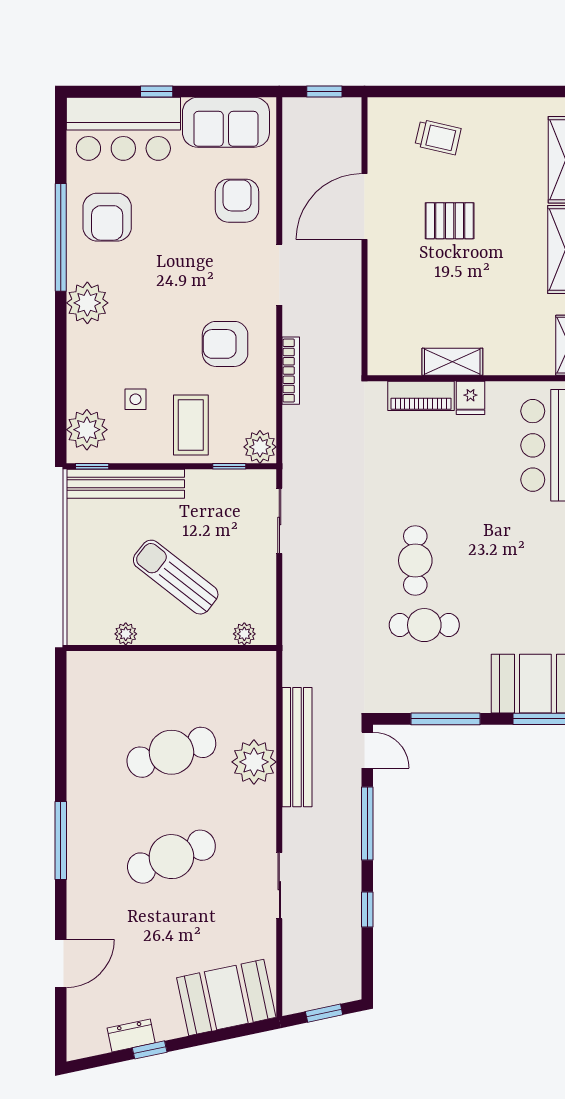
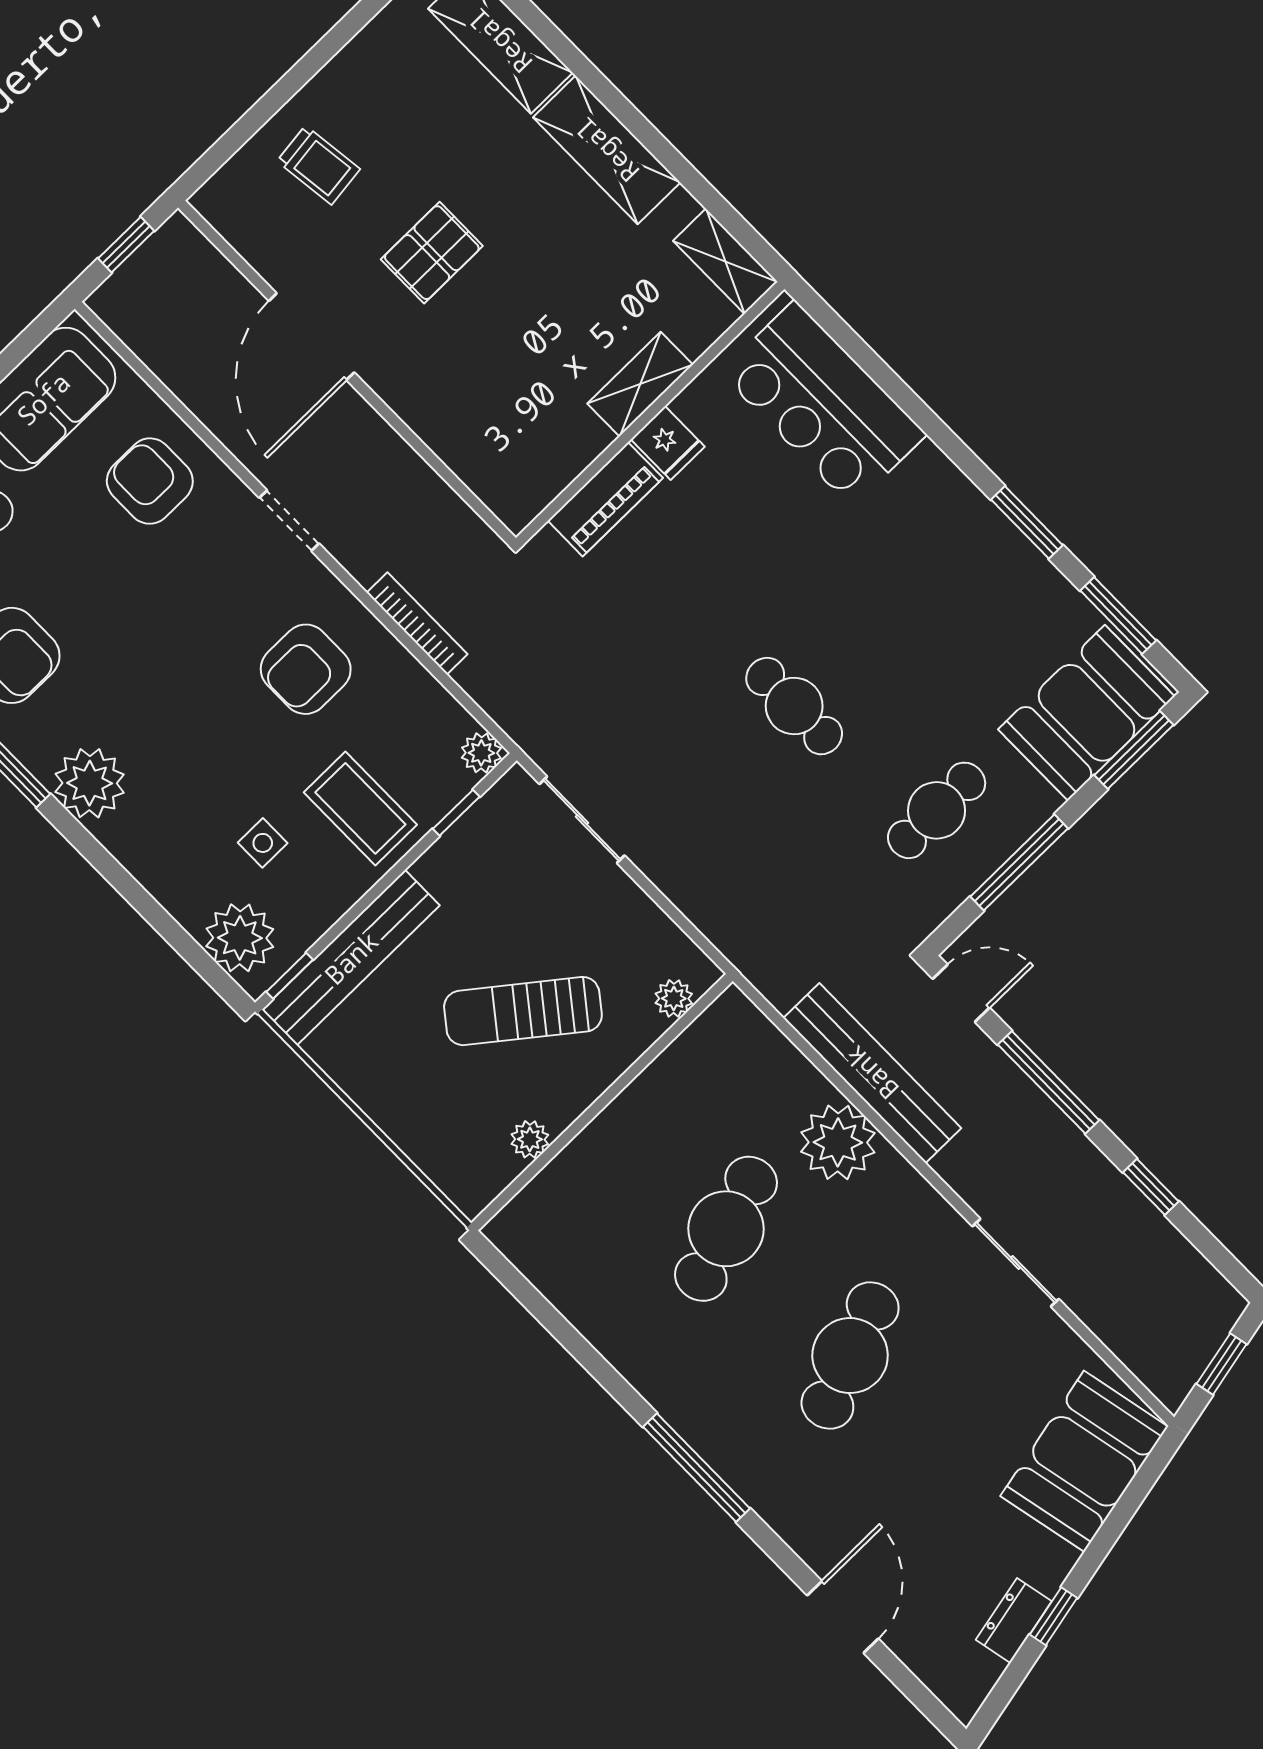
trolley: (438, 137) -> (318, 165), turned 70
doorway: (279, 275) -> (289, 521), width x0.73
shelving: (452, 362) -> (640, 384), moved
plant: (260, 447) -> (481, 753), width x0.73, depth x0.73
cafe table: (424, 625) -> (937, 810), moved

